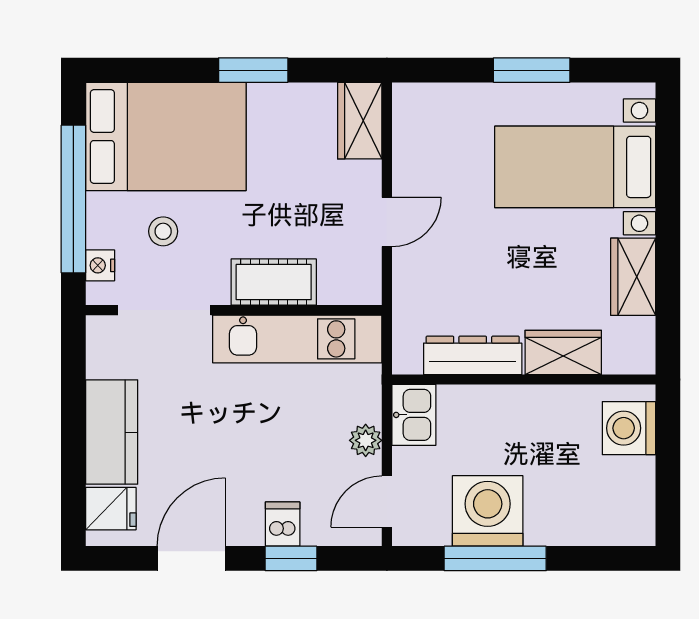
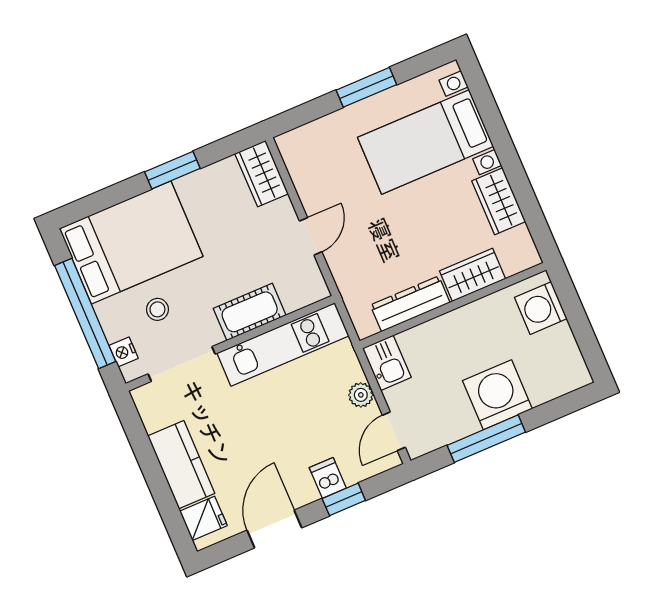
washing machine: (488, 511) -> (497, 395), moved

